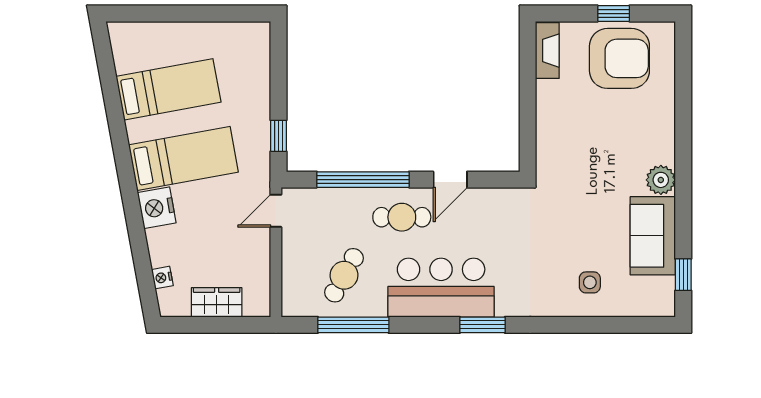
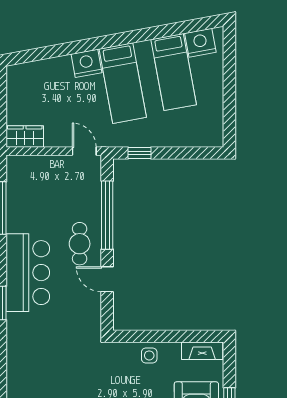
cafe table: (344, 275) -> (37, 201), removed
nightstand: (162, 278) -> (200, 43), moved, width x1.89, depth x1.79
side table: (590, 282) -> (149, 355), moved
wardrobe: (217, 302) -> (25, 136), moved, turned -90

